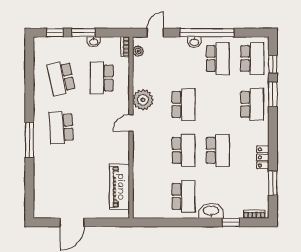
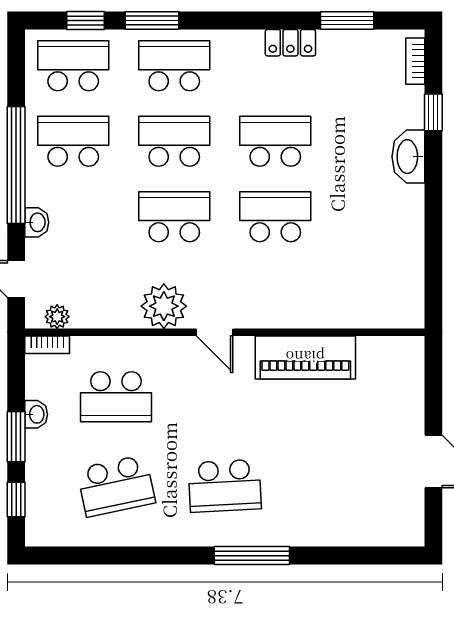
washbasin: (194, 42) -> (37, 222), moved
piano: (120, 187) -> (305, 357), moved
school desk: (184, 196) -> (174, 141), moved

